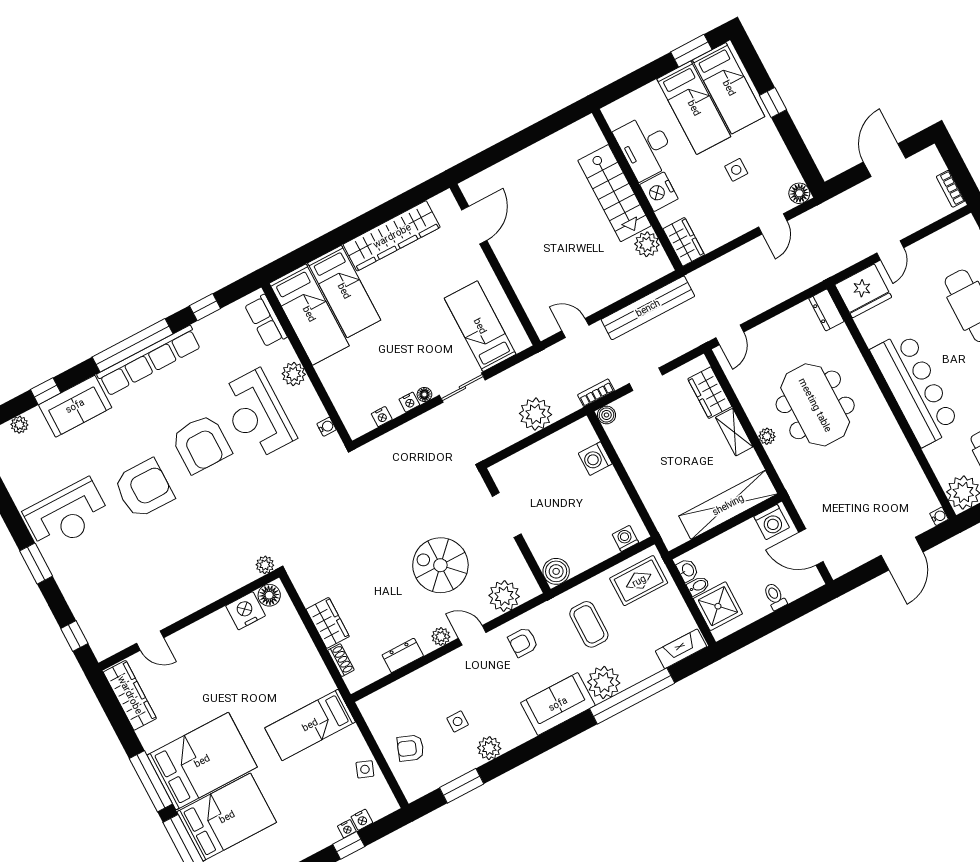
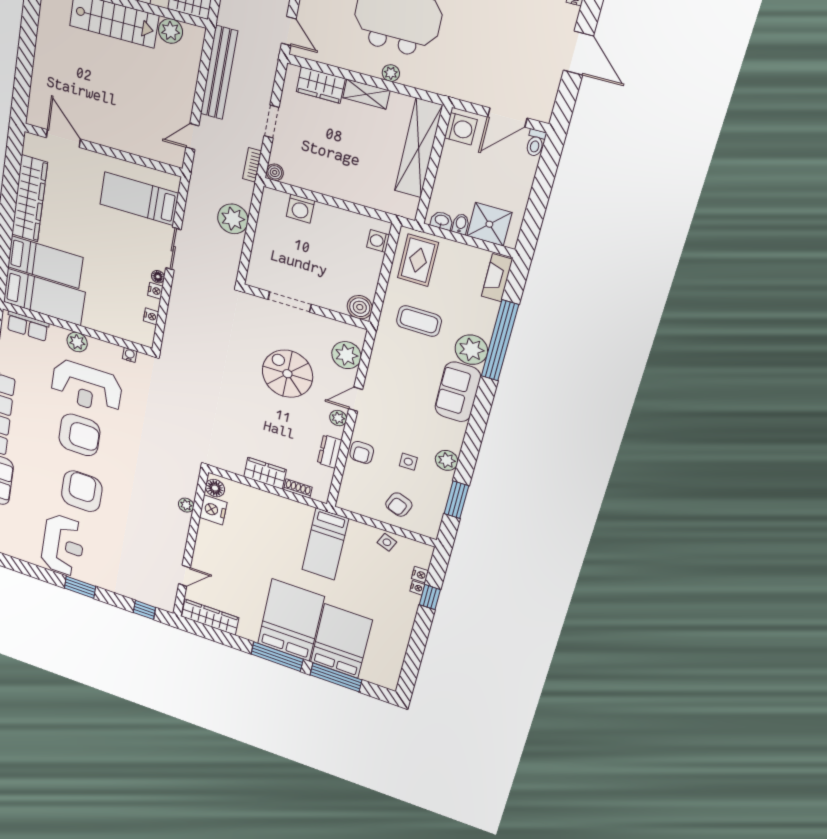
plant: (265, 565) -> (186, 505), moved
spiral stairs: (440, 565) -> (287, 374), turned 90
toilet: (775, 596) -> (536, 143), moved, turned -90
armchair: (523, 642) -> (362, 452), moved

